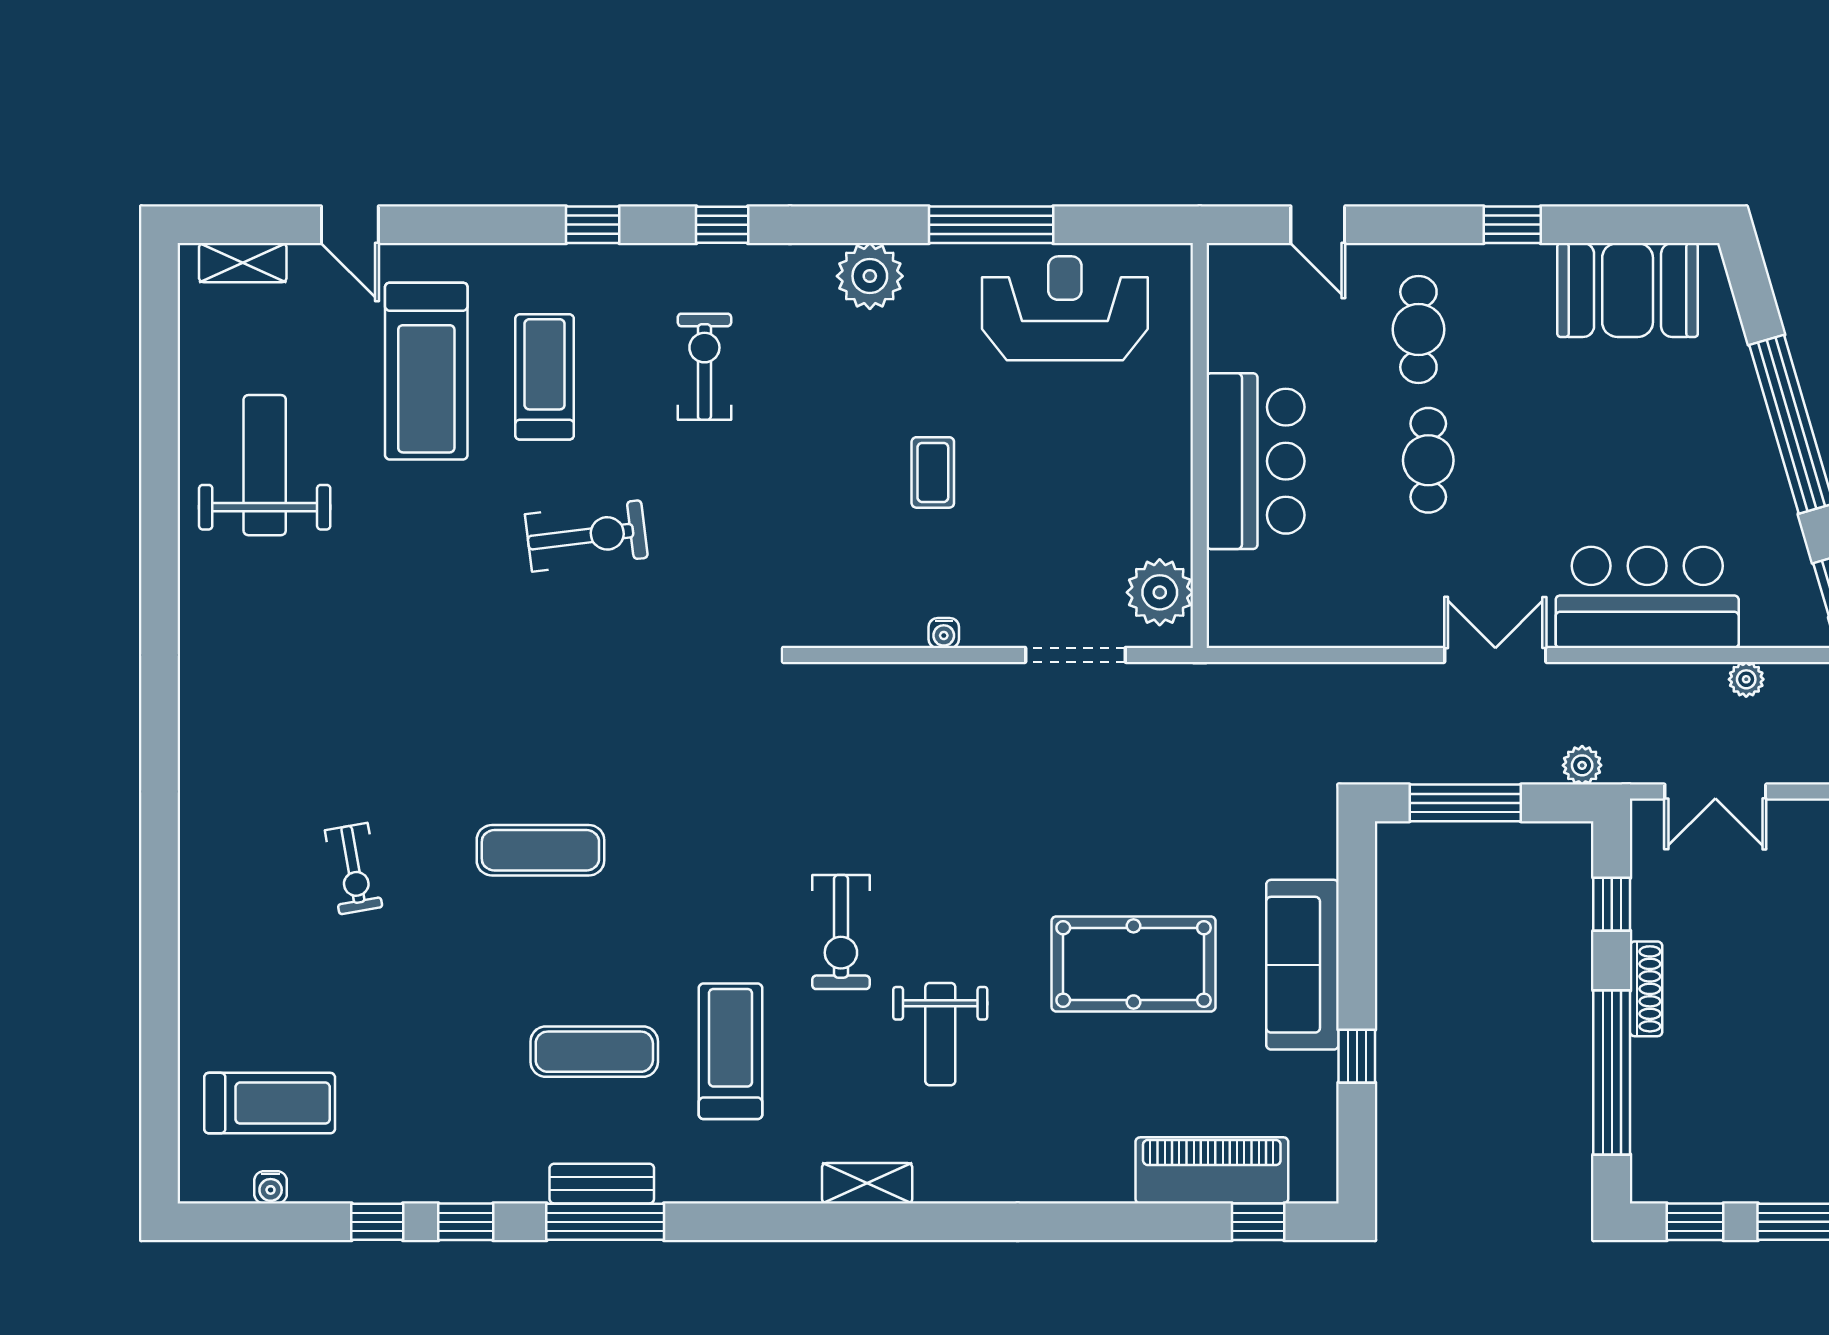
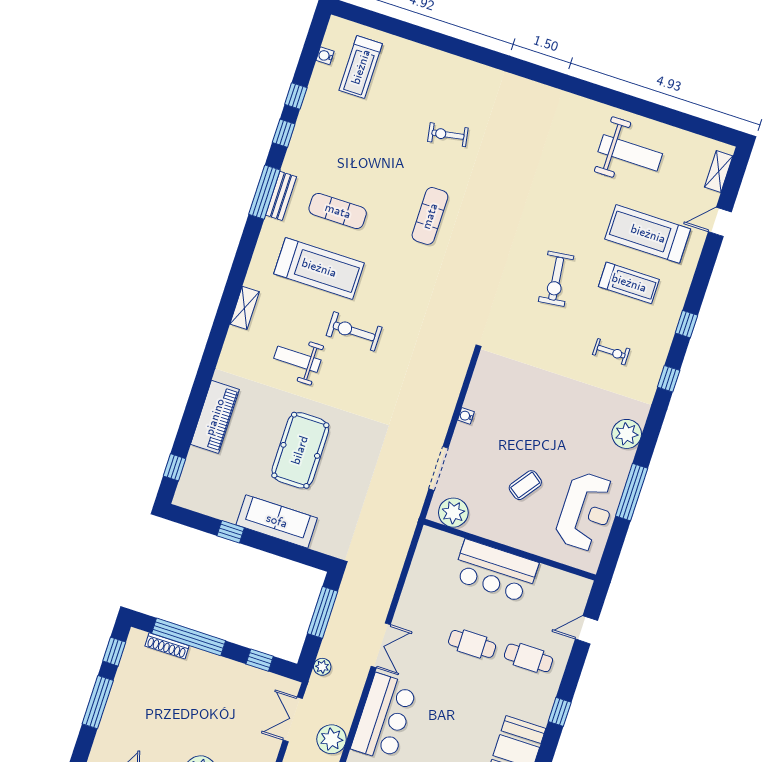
exercise bike: (704, 367) -> (611, 352), width x0.73, depth x0.72
coffee table: (933, 472) -> (525, 485), moved, turned -54
plant: (1746, 679) -> (332, 739), width x1.88, depth x1.88
shoe rack: (1646, 989) -> (167, 646), moved
treadmill: (730, 1051) -> (319, 268), width x1.37, depth x1.37
exercise mat: (594, 1052) -> (338, 211), turned 90
piano: (1212, 1170) -> (215, 417), moved

